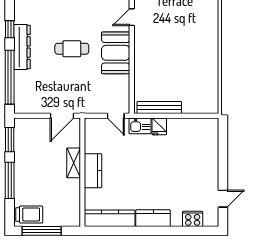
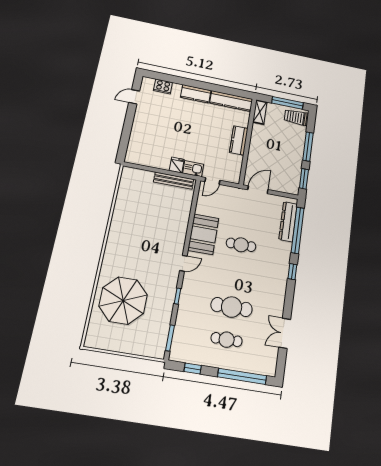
dresser: (22, 47) -> (288, 222), moved
door: (116, 116) -> (212, 181), swing flipped
shelving: (74, 163) -> (260, 112), moved

